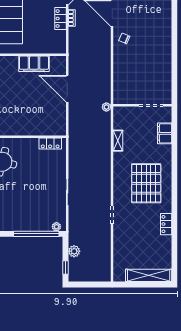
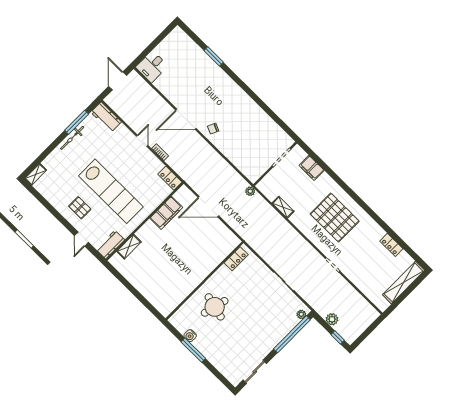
locker: (60, 19) -> (170, 178), moved
locker: (166, 224) -> (391, 245), moved

